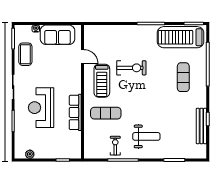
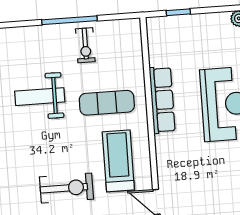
exercise bike: (131, 68) -> (67, 188), turned 180
weight bench: (146, 136) -> (40, 97), moved

